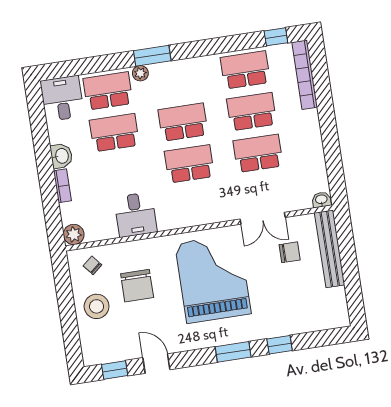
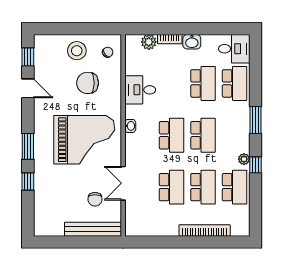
window: (276, 37) -> (256, 165), moved
plant: (140, 73) -> (244, 159), moved
bookcase: (305, 75) -> (205, 230), moved
washbasin: (321, 200) -> (130, 126), moved
plant: (74, 234) -> (149, 42), moved
door: (156, 364) -> (28, 88), hinge flipped

